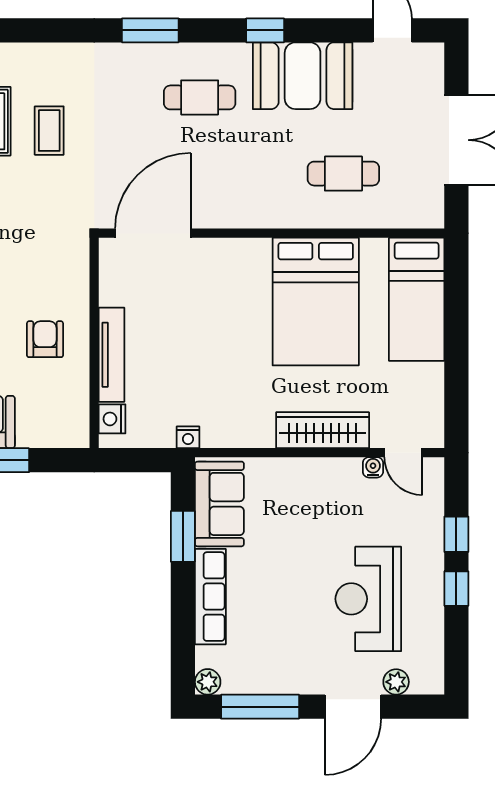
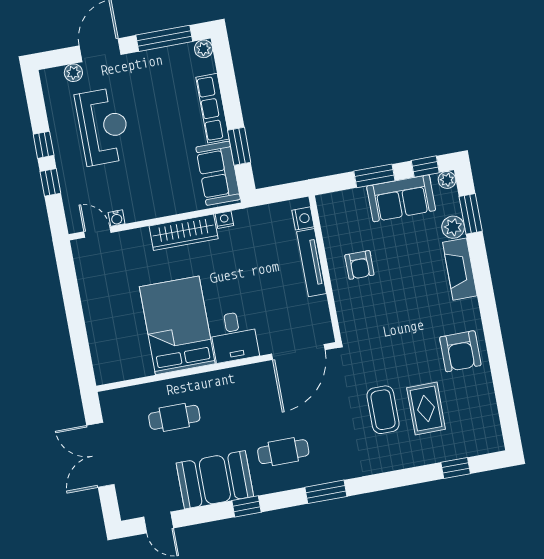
coffee table: (49, 131) -> (383, 410), width x1.36, depth x1.30
desk: (239, 271) -> (234, 337), added
bed: (417, 299) -> (108, 340), removed
wardrobe: (323, 430) -> (184, 232), moved
nightstand: (188, 437) -> (224, 220), moved

